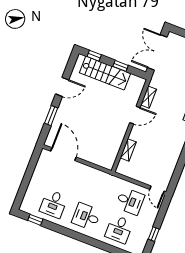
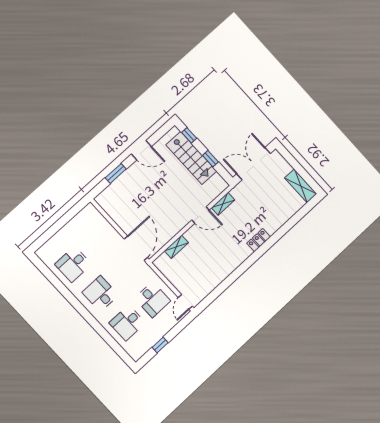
door: (63, 154) -> (136, 248), moved
window: (35, 220) -> (46, 271), removed

